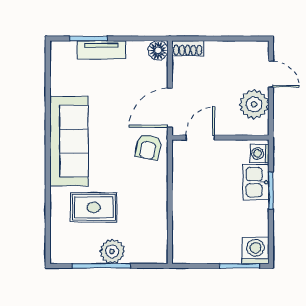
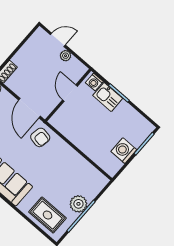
plant: (254, 104) -> (66, 56), width x0.53, depth x0.53
door: (200, 137) -> (70, 93), moved
rug: (94, 207) -> (48, 215), moved, turned 90
washing machine: (255, 250) -> (124, 151), moved

